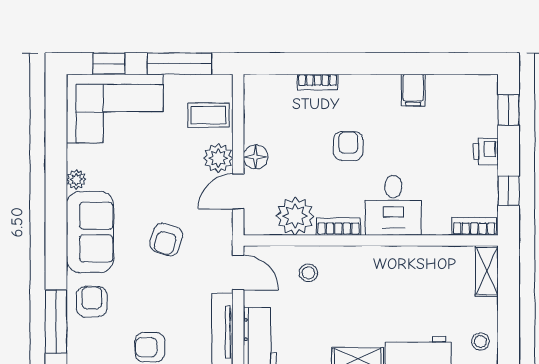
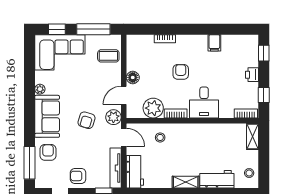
plant: (218, 158) -> (113, 117), moved

